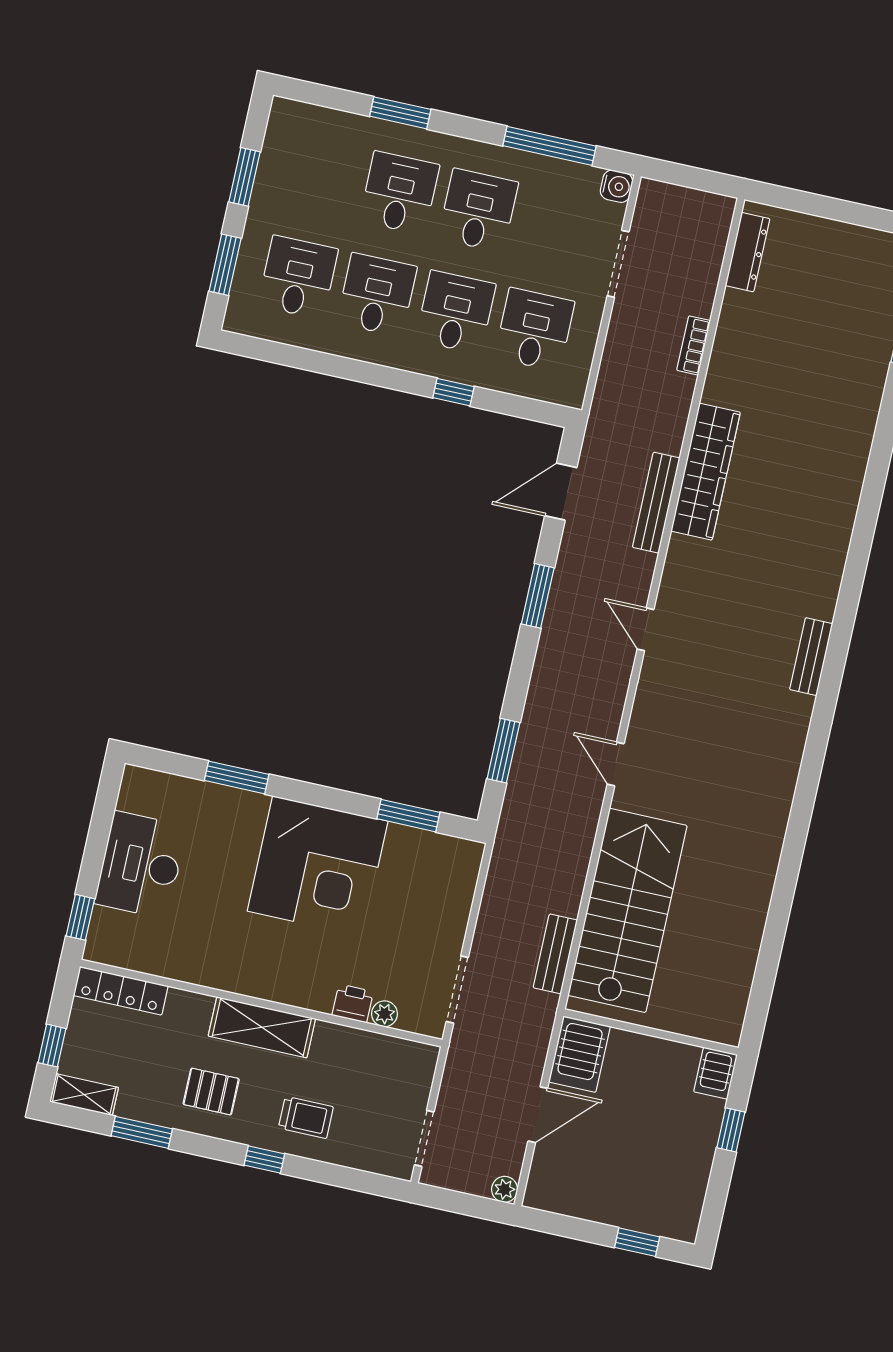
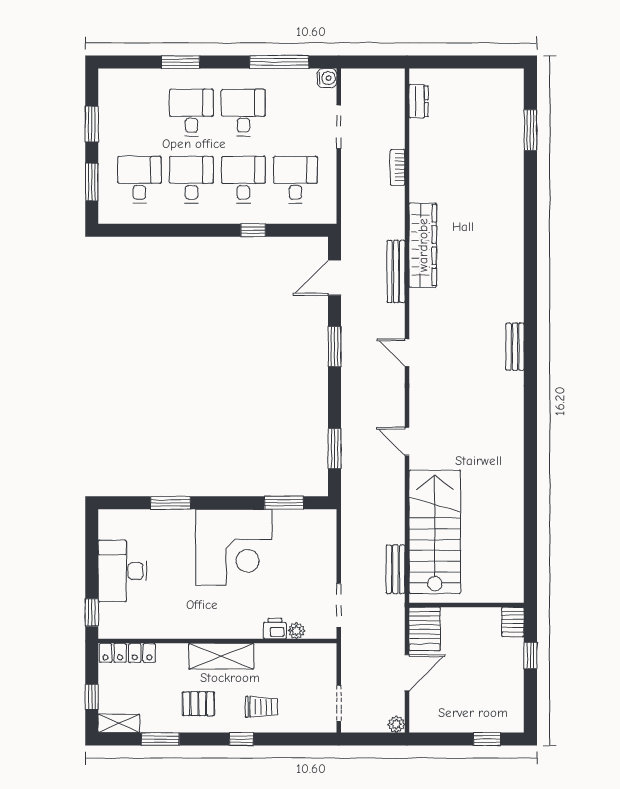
dresser: (747, 252) -> (418, 101), width x0.70

